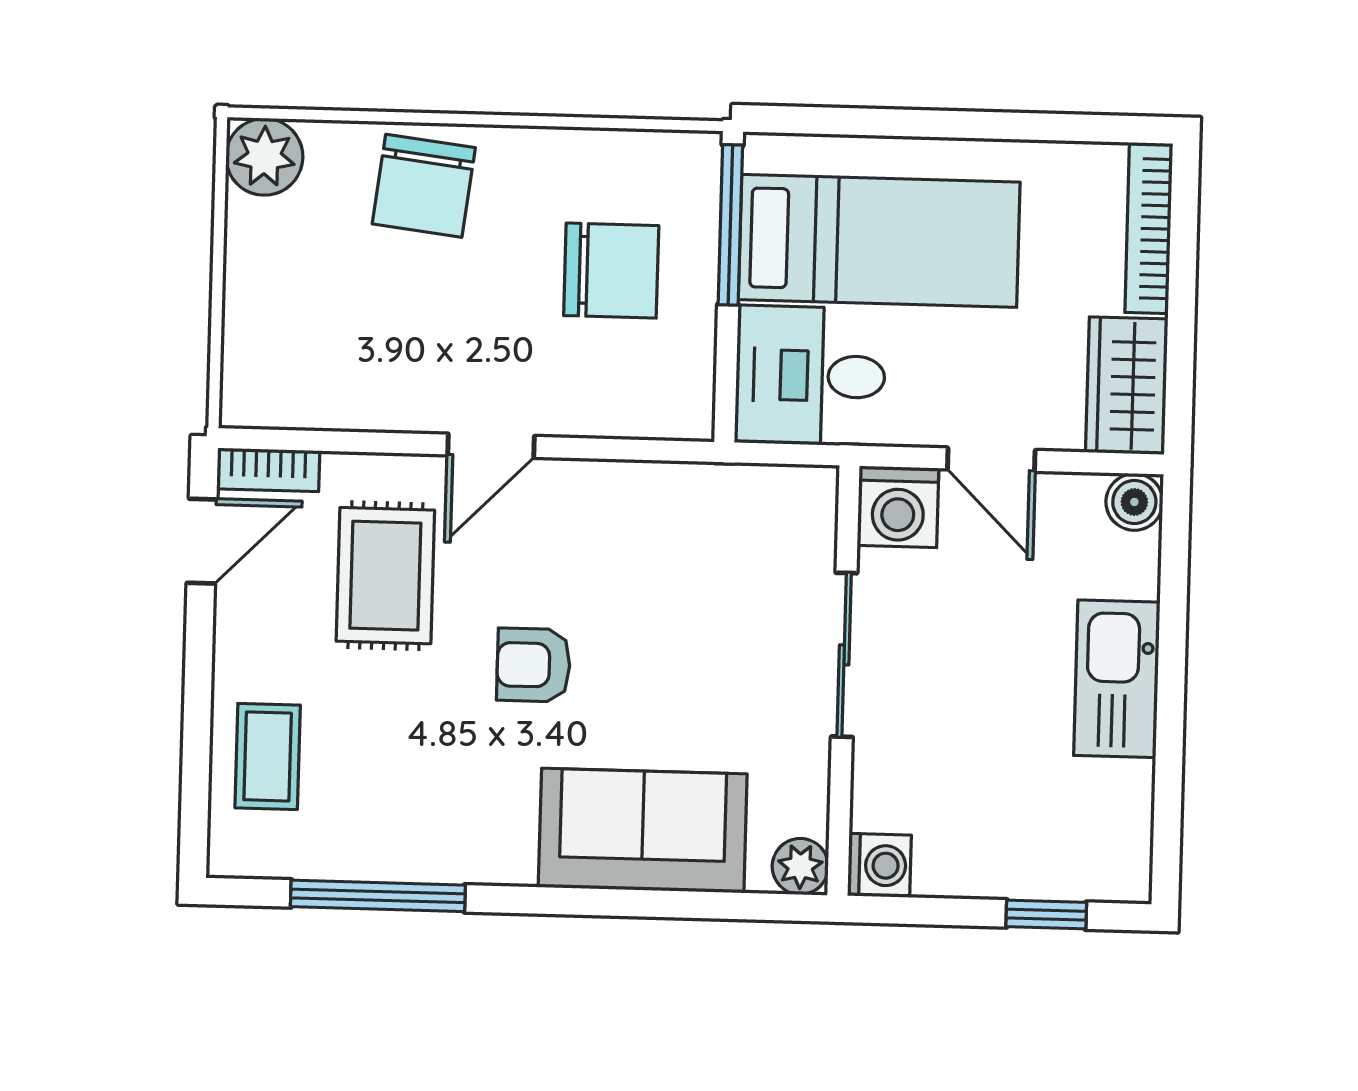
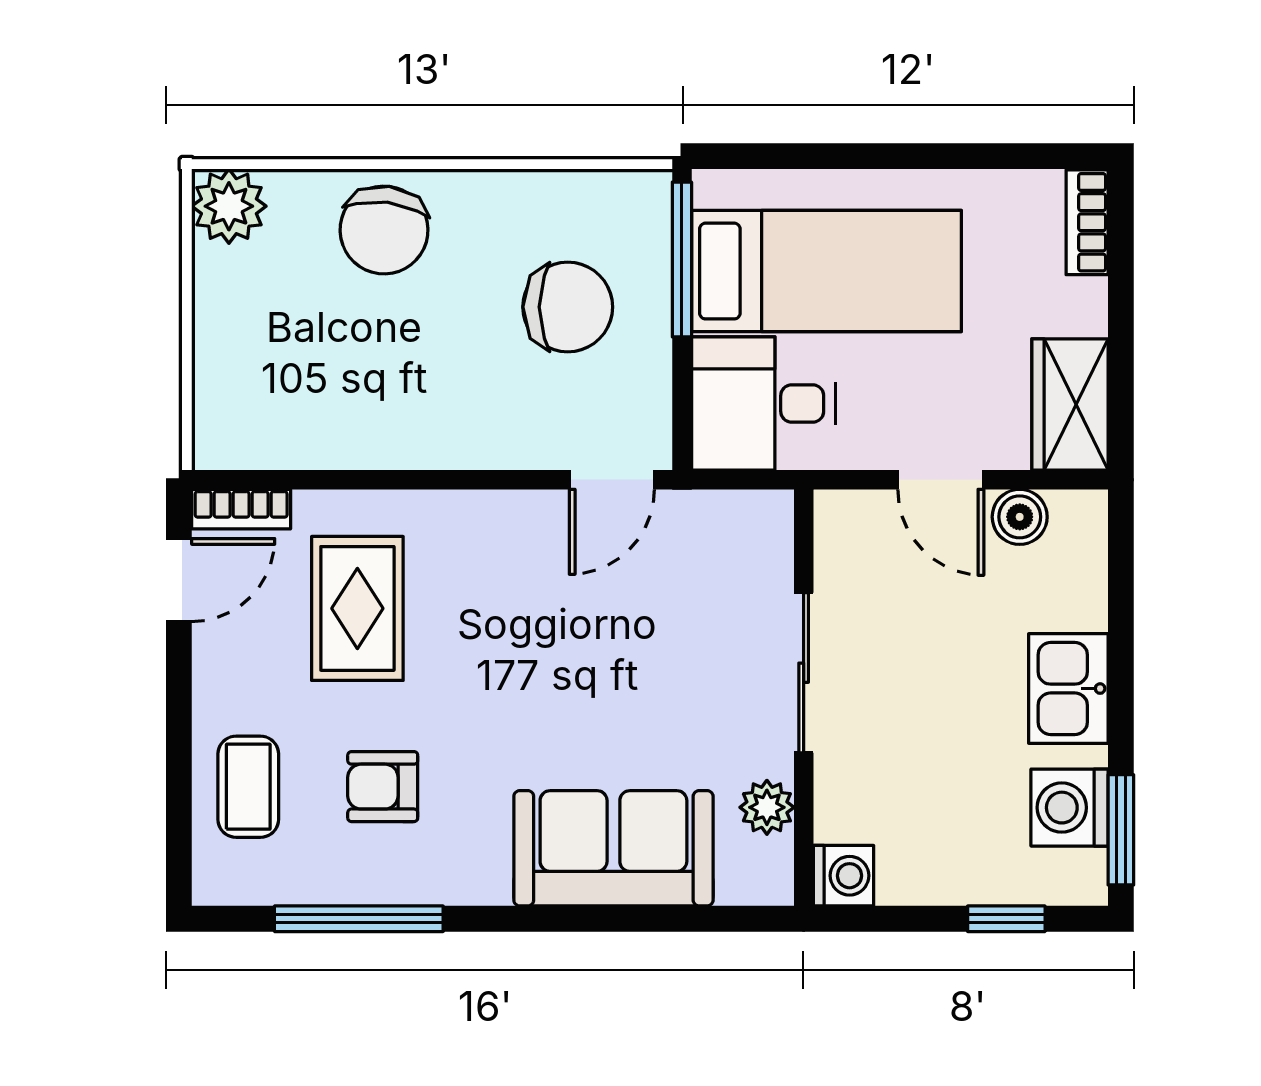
bookcase: (1149, 229) -> (1087, 222), width x0.64
door: (491, 446) -> (612, 480), moved
boiler: (1134, 502) -> (1020, 517), moved
washing machine: (898, 507) -> (1070, 808), moved, turned 90
armchair: (533, 665) -> (383, 787), moved
kitchen sink: (1117, 679) -> (1068, 689), width x0.73
window: (1167, 826) -> (1121, 830), added
plant: (800, 866) -> (767, 807), moved

